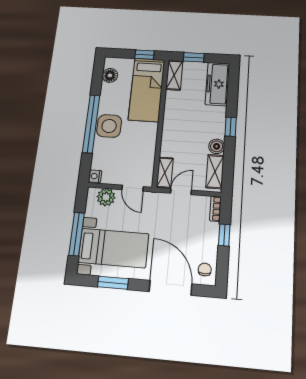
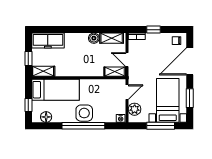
window: (144, 55) -> (28, 105), moved
window: (231, 127) -> (79, 30), removed

